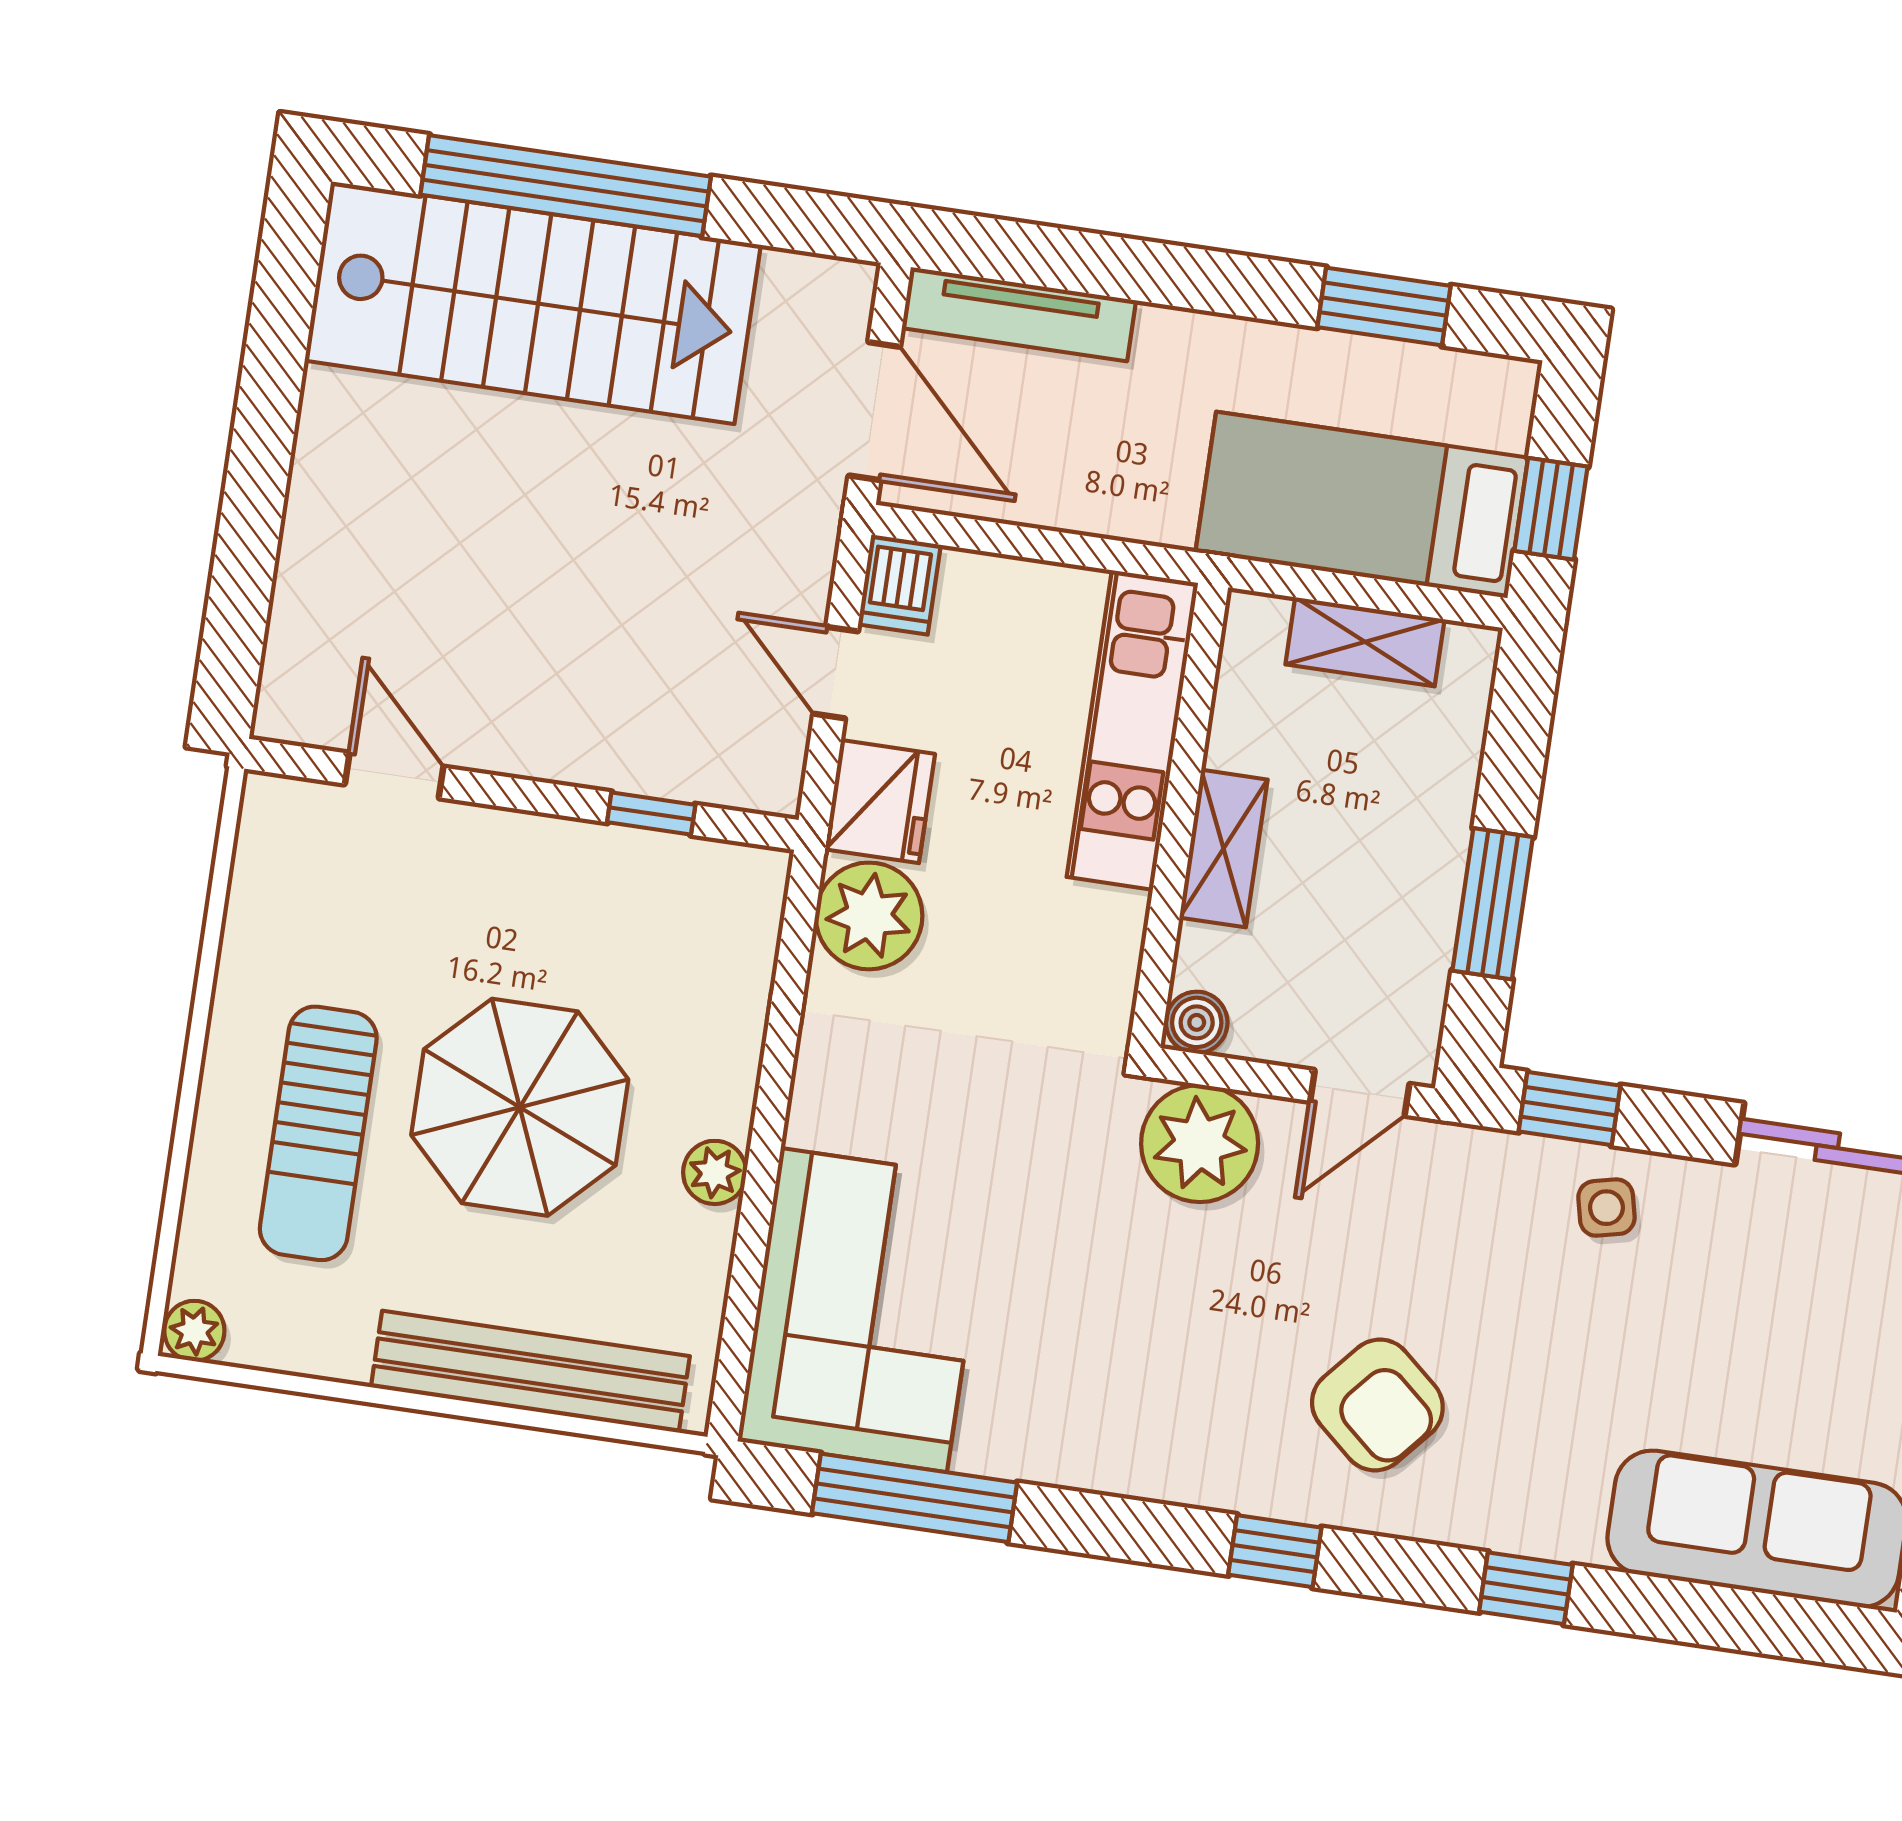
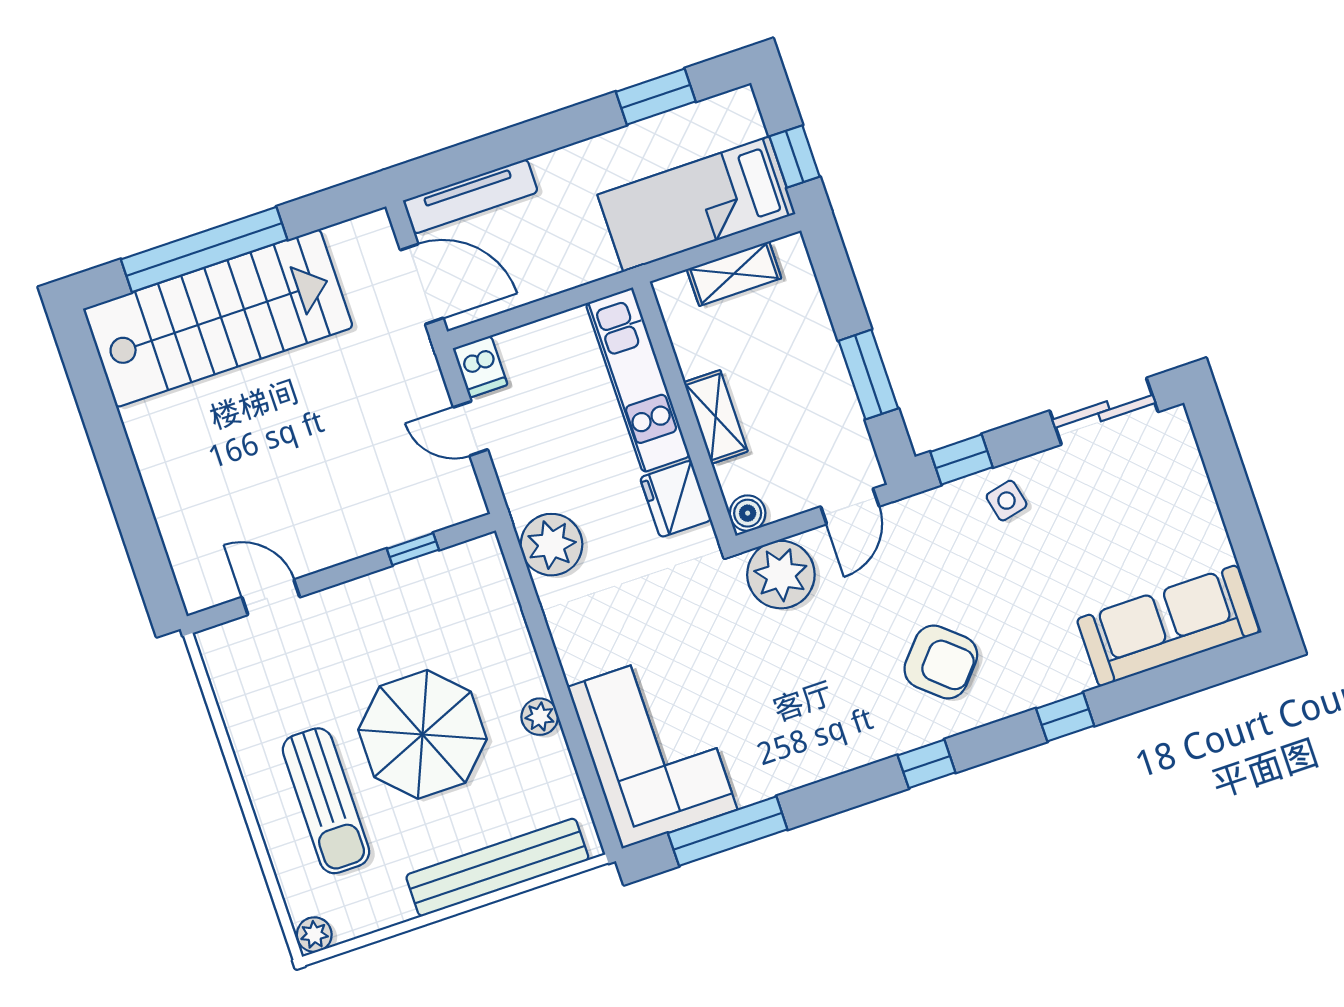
fridge: (880, 802) -> (676, 499), moved, turned 180

